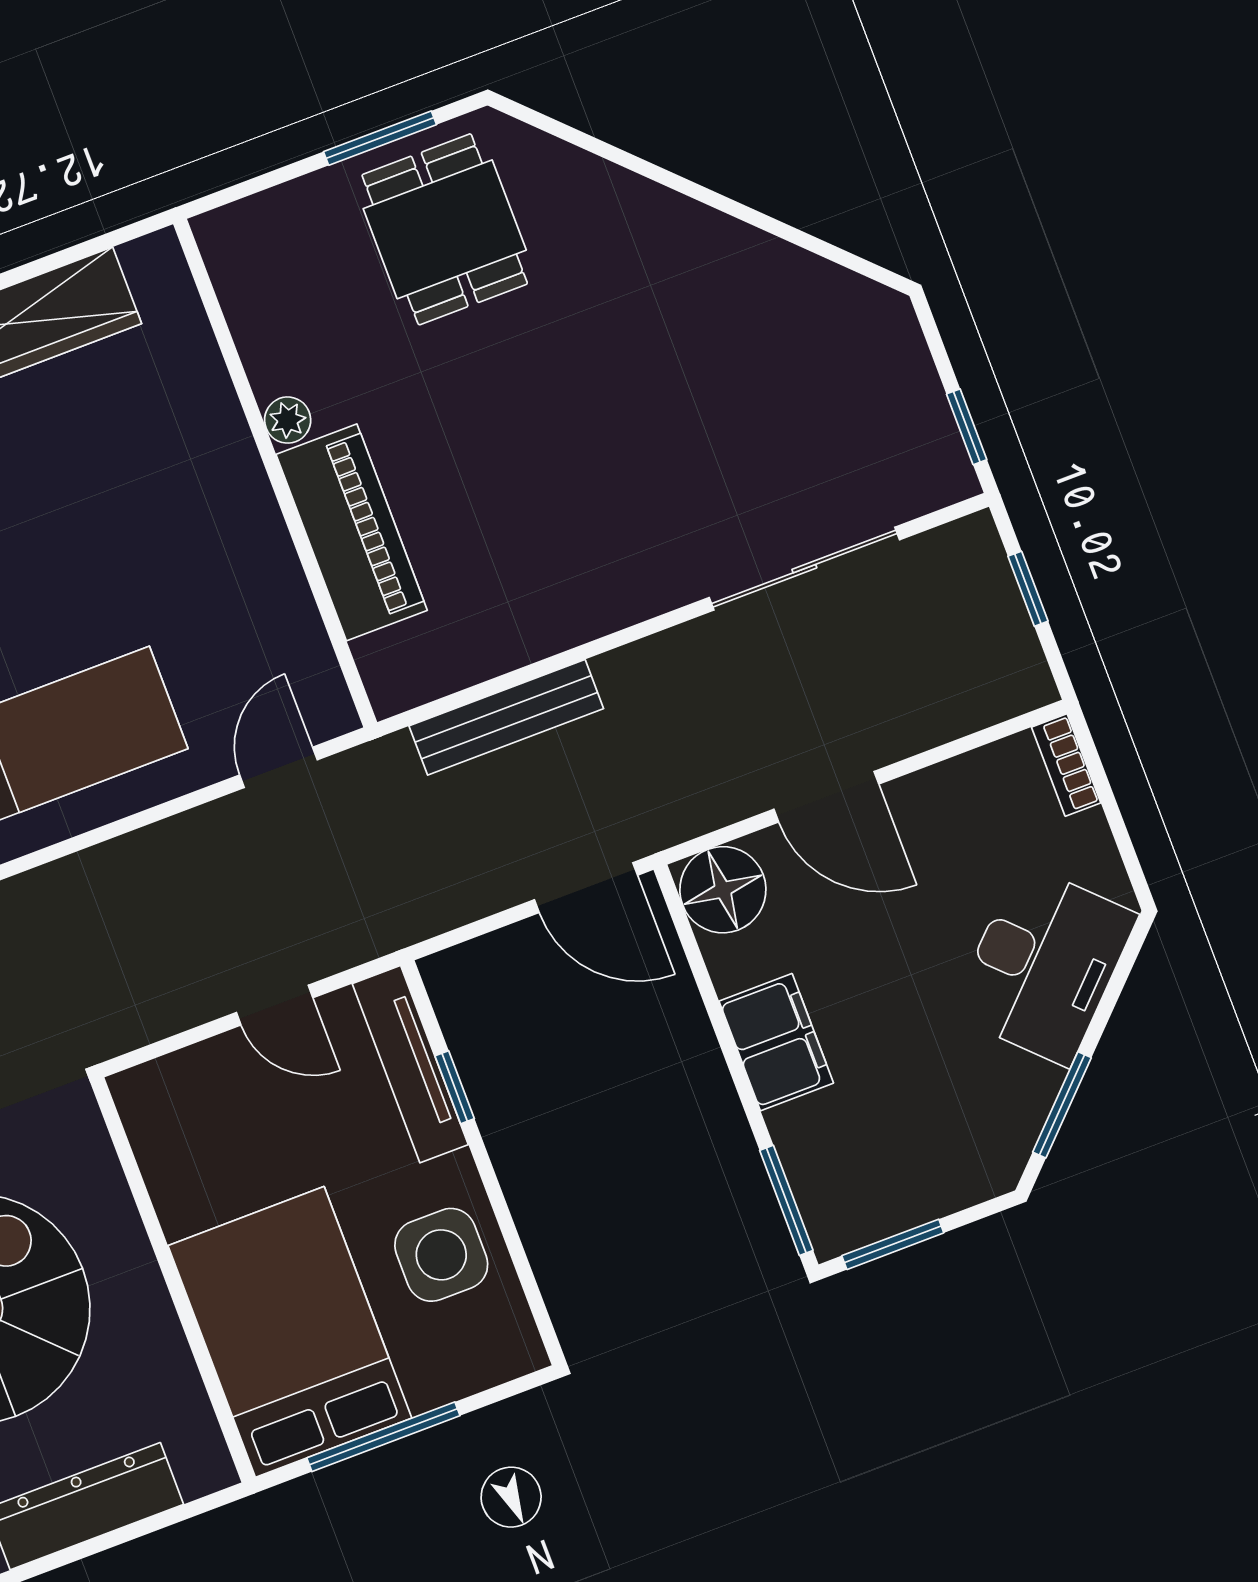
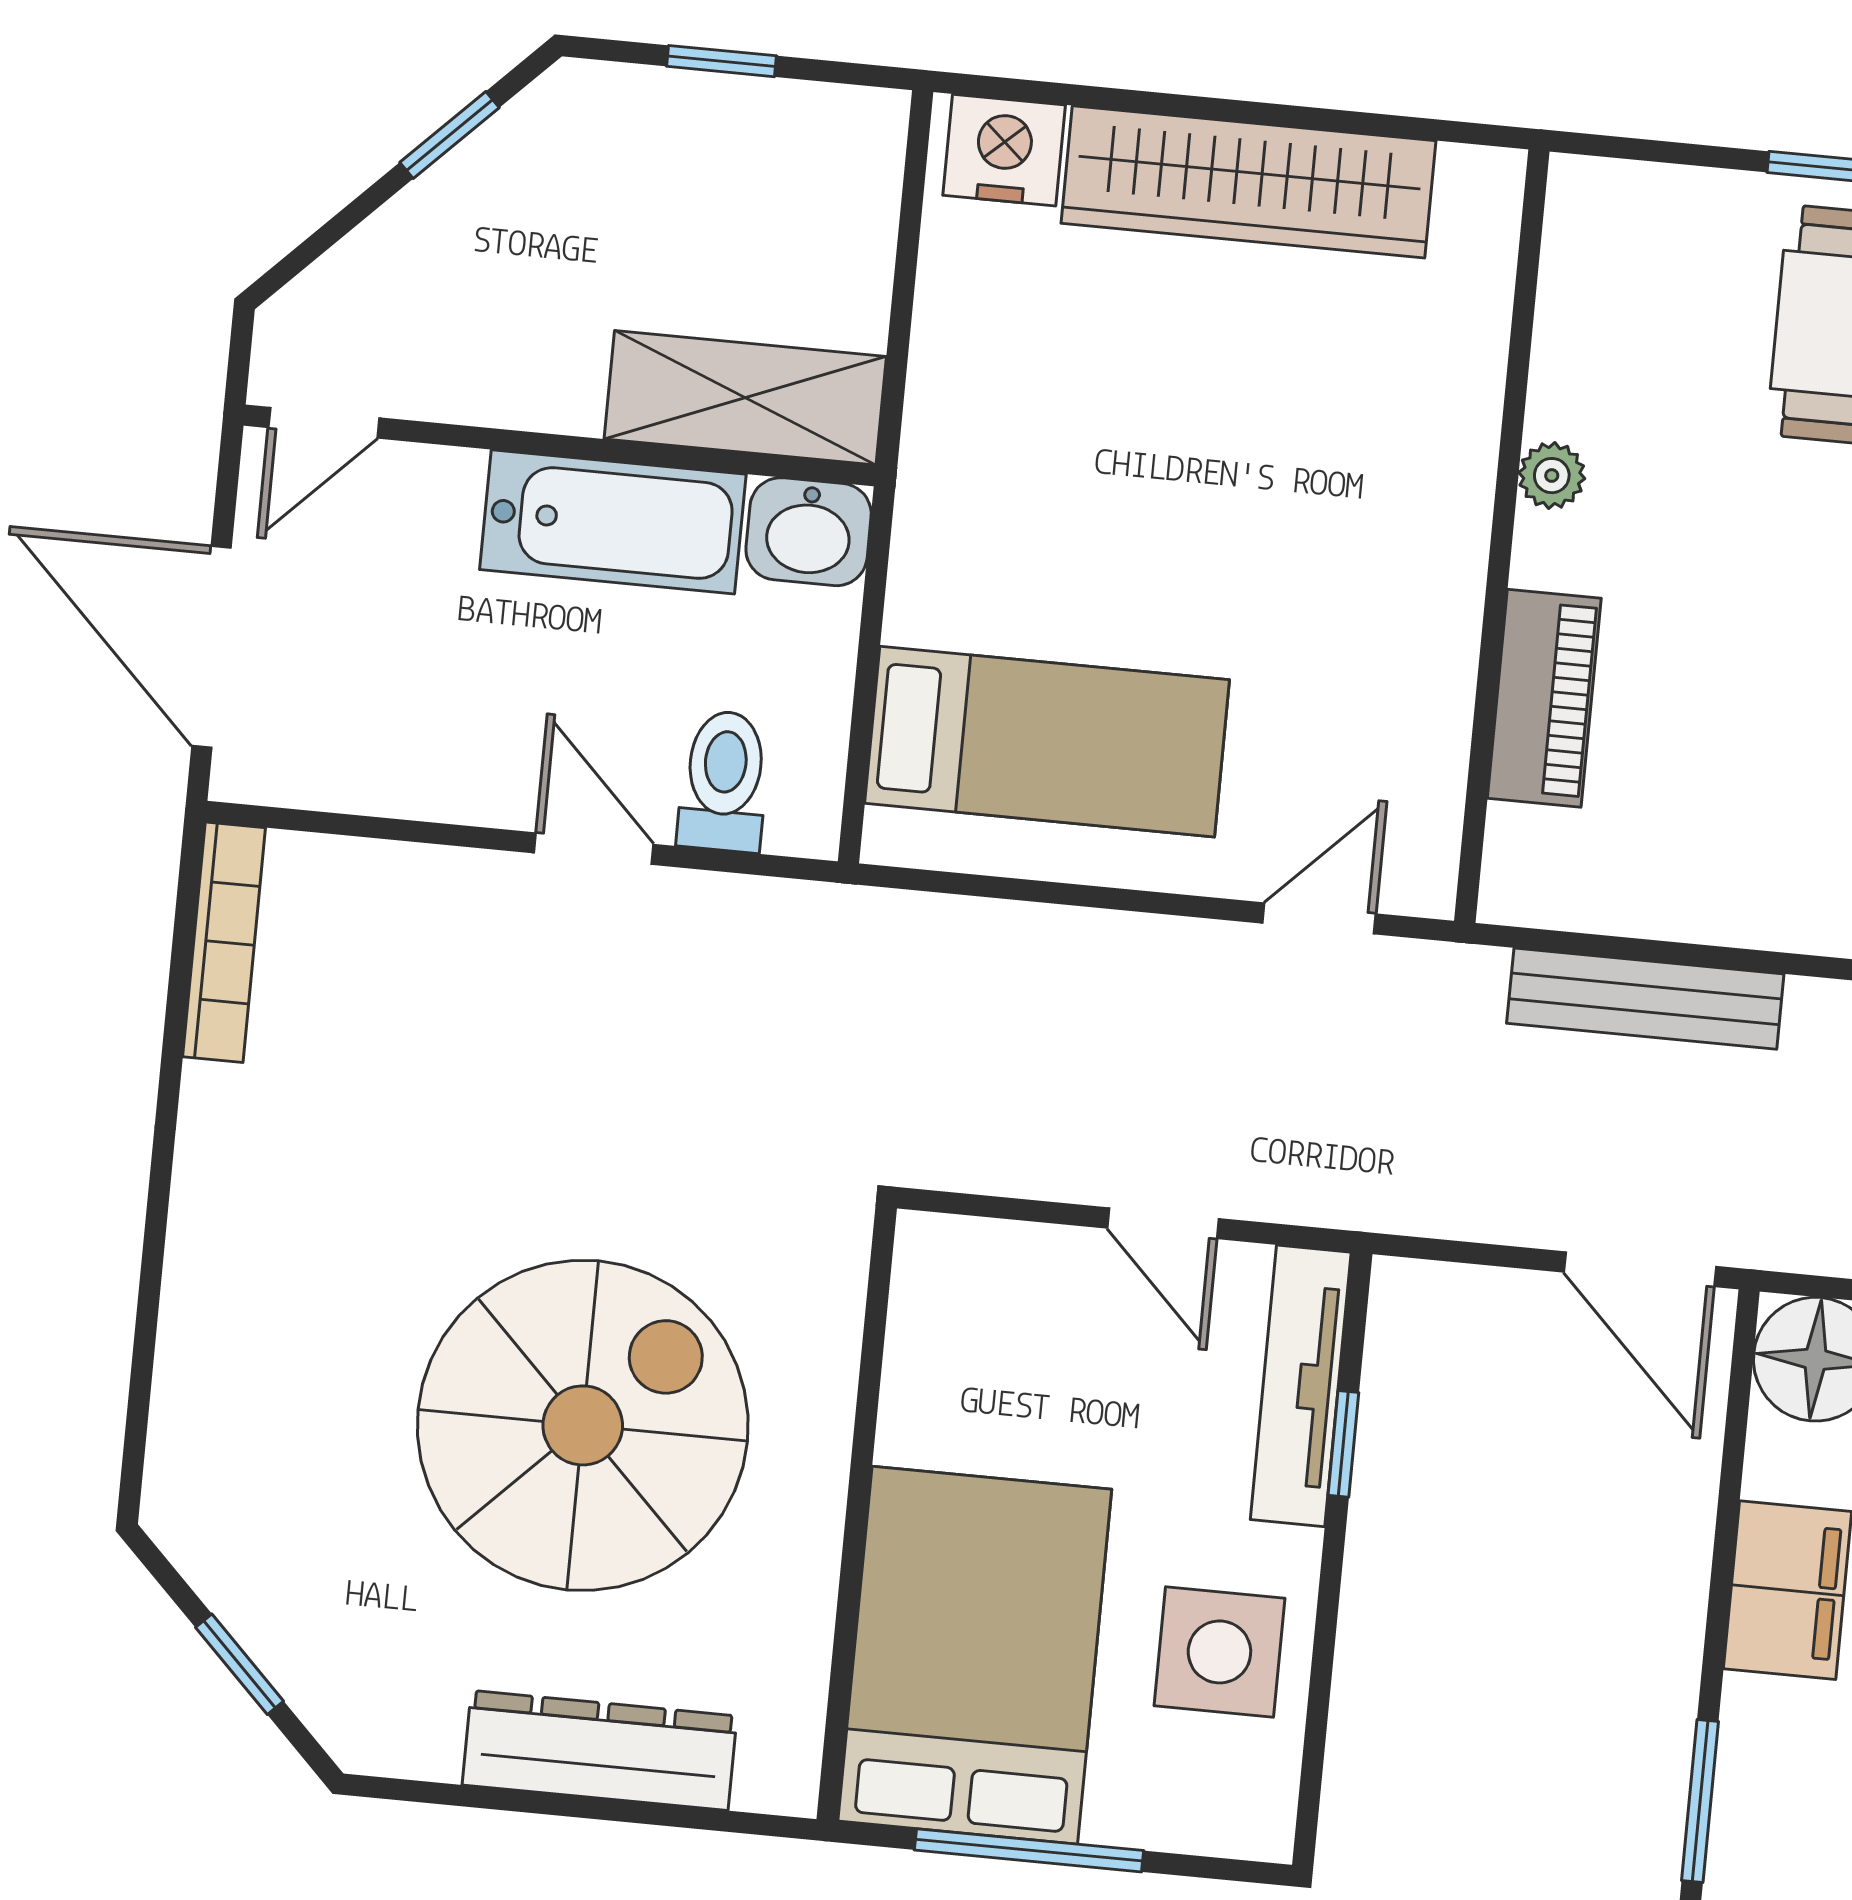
piano: (352, 532) -> (1544, 698), width x0.73, depth x0.75

